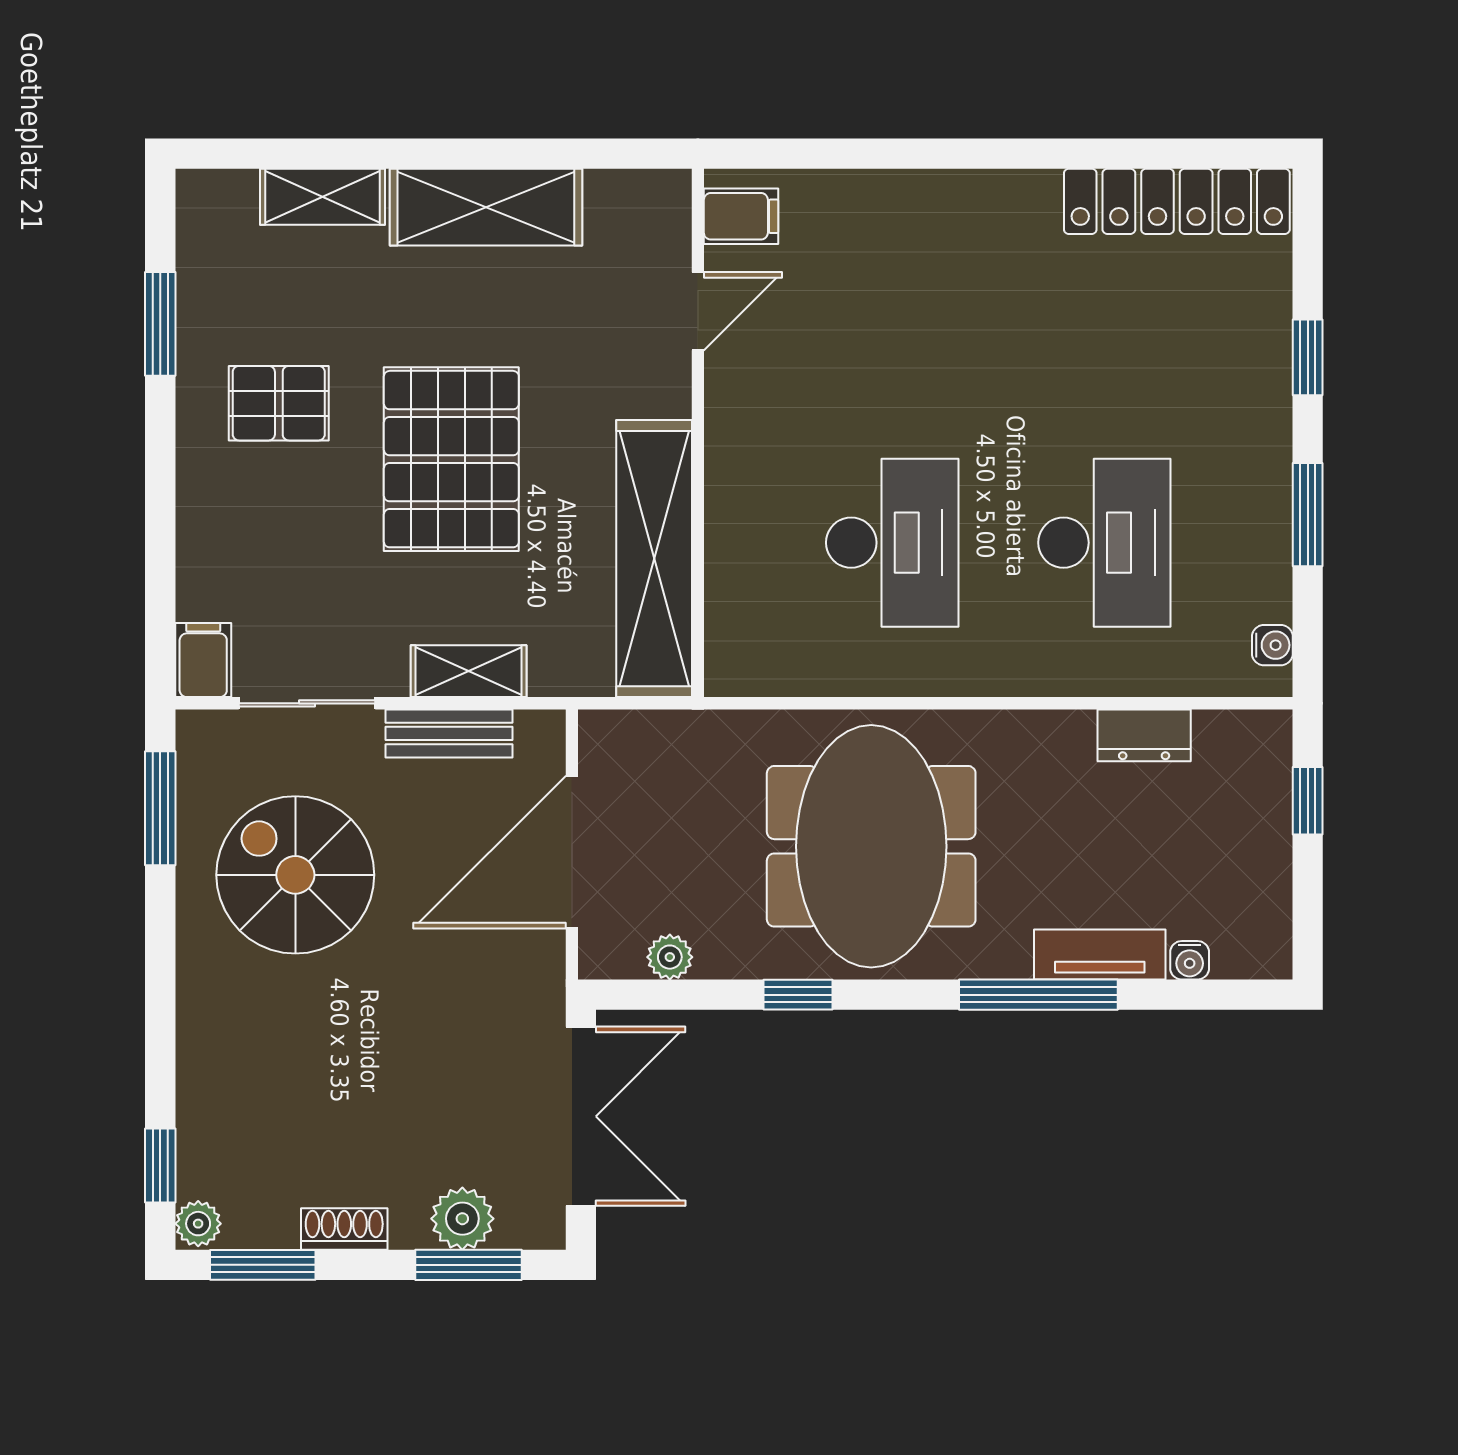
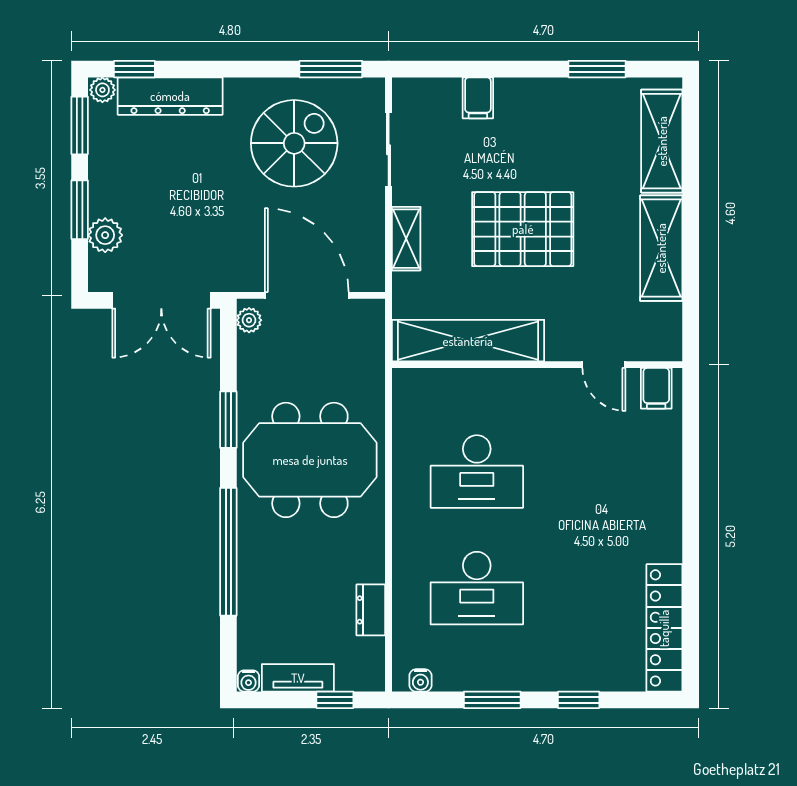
shelving: (323, 197) -> (662, 141), width x1.50, depth x1.33
pallet: (279, 403) -> (553, 134), removed
filing cabinet: (203, 660) -> (478, 98), moved, turned 90
bench: (449, 733) -> (372, 228), removed
tv unit: (1100, 955) -> (298, 678), moved, turned -90
plant: (670, 957) -> (249, 320), moved
water cooler: (1190, 960) -> (248, 681), moved, turned -90
window: (798, 995) -> (228, 420), width x1.50
window: (1038, 995) -> (228, 552), width x1.46
dresser: (209, 1101) -> (170, 96), added
shoe rack: (344, 1229) -> (99, 170), removed
window: (469, 1265) -> (80, 210), moved

